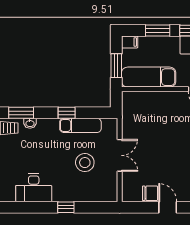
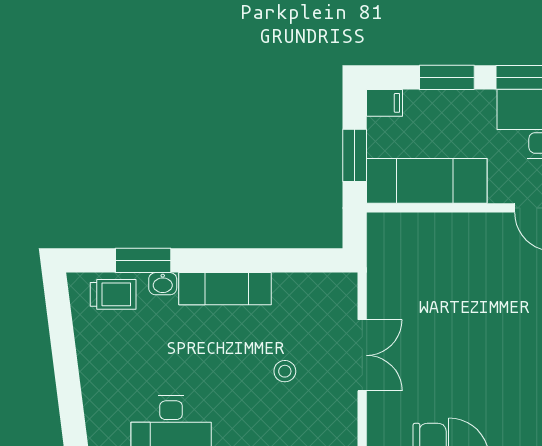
window: (67, 113) -> (244, 260), removed
exam couch: (80, 125) -> (225, 289), moved
stool: (85, 163) -> (285, 371), width x0.53, depth x0.53

